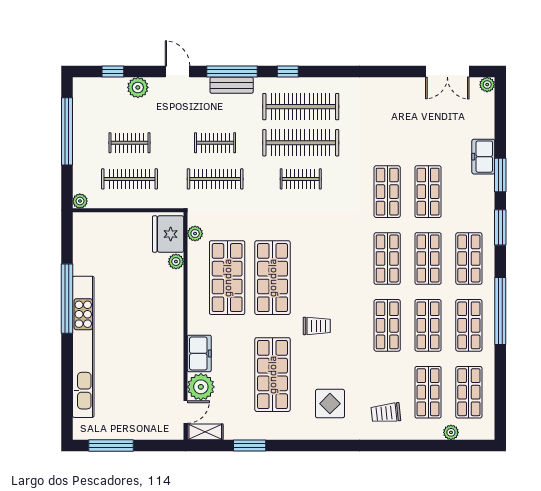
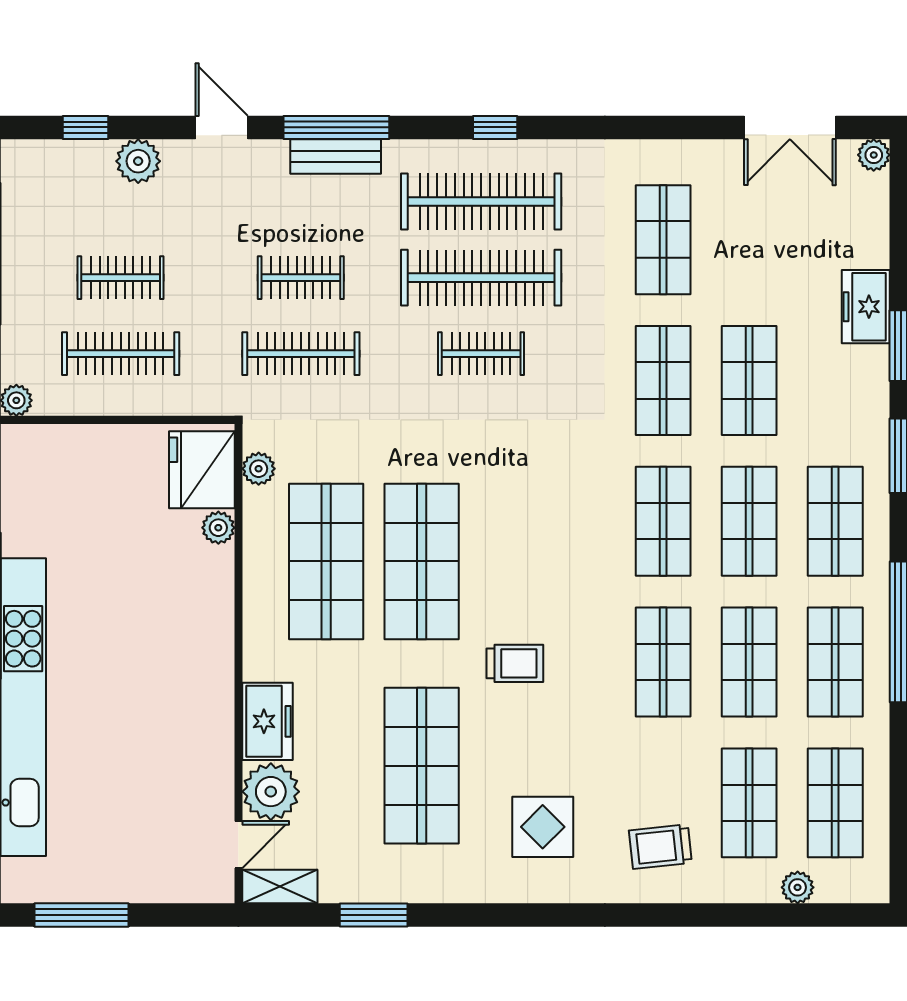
window: (288, 71) -> (495, 127), moved
shop shelf: (387, 125) -> (663, 240), added

